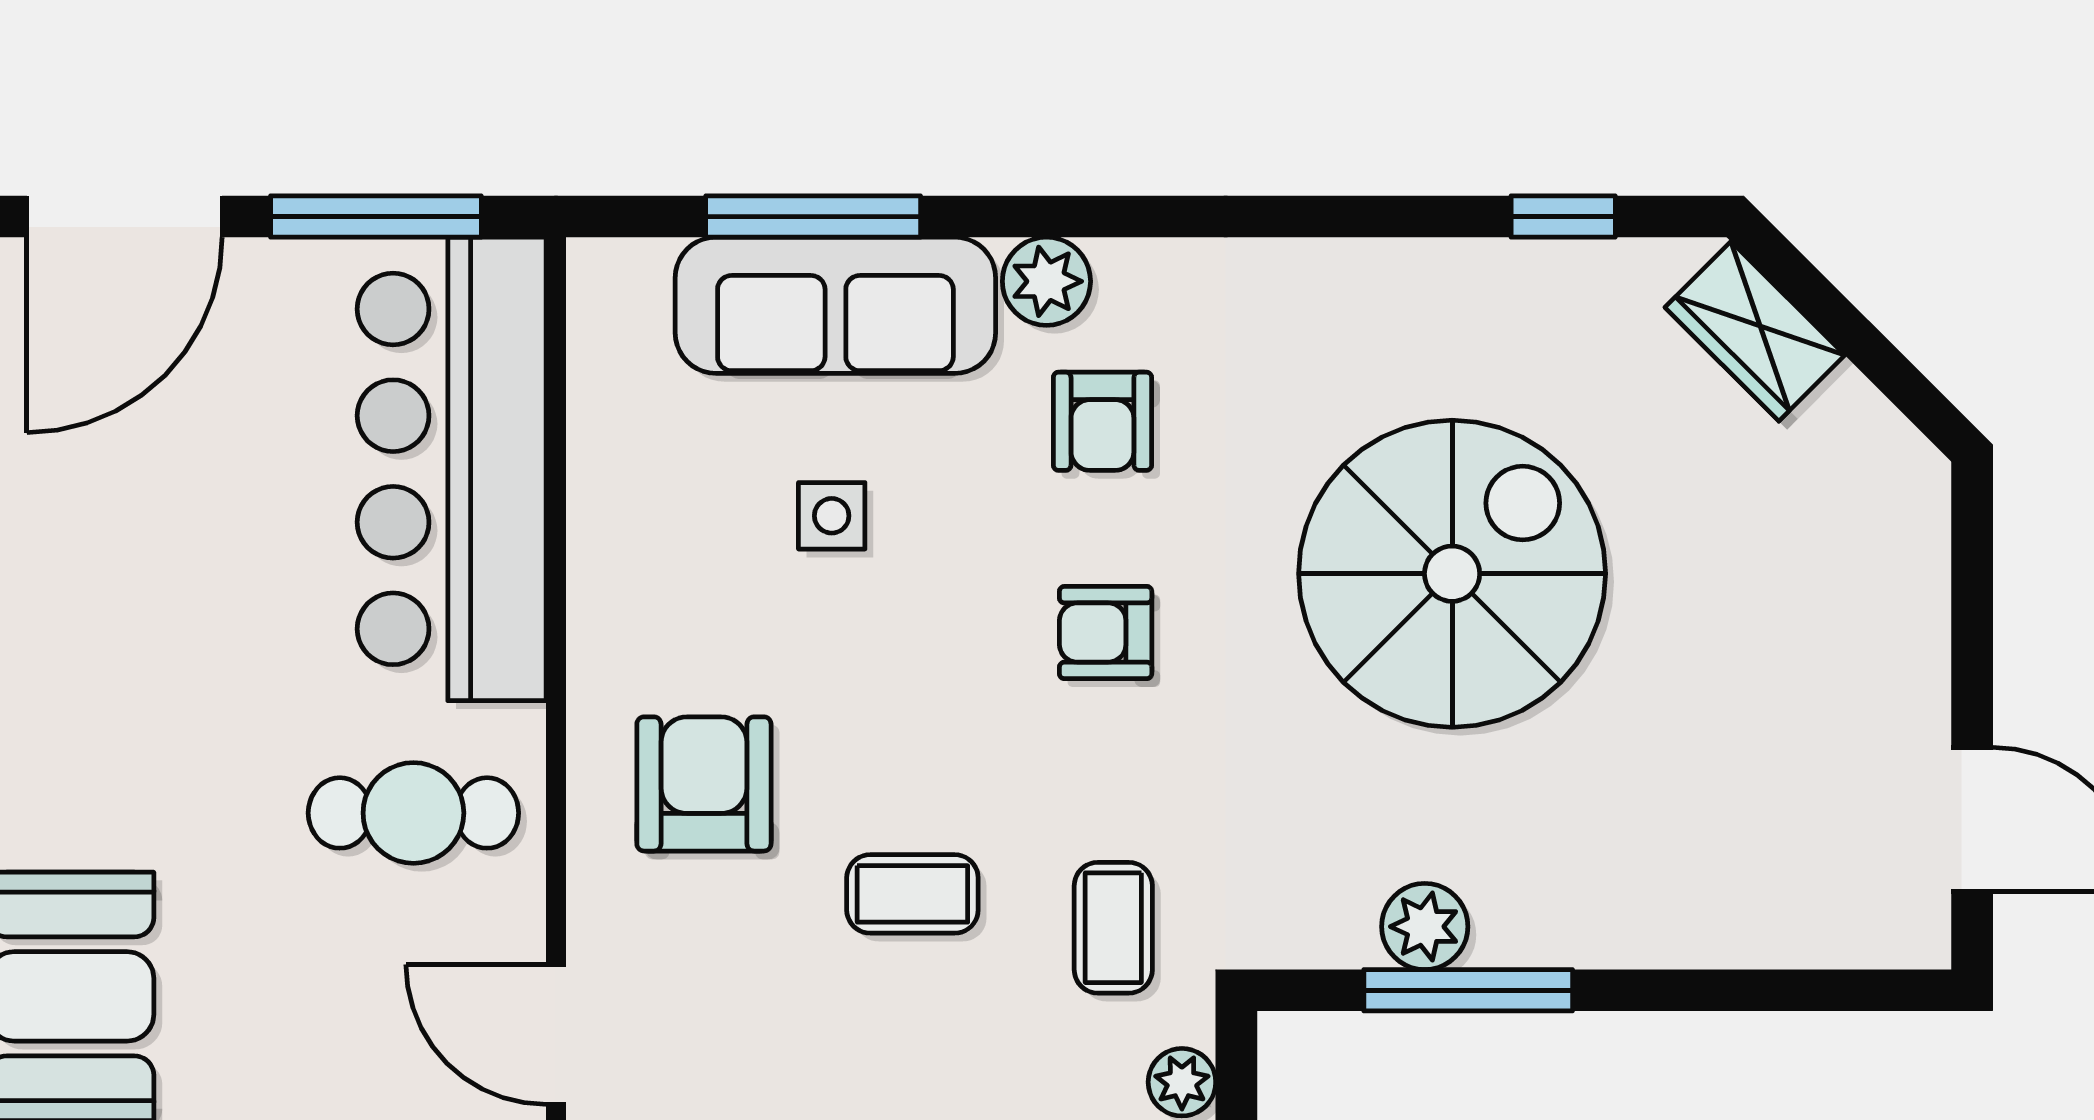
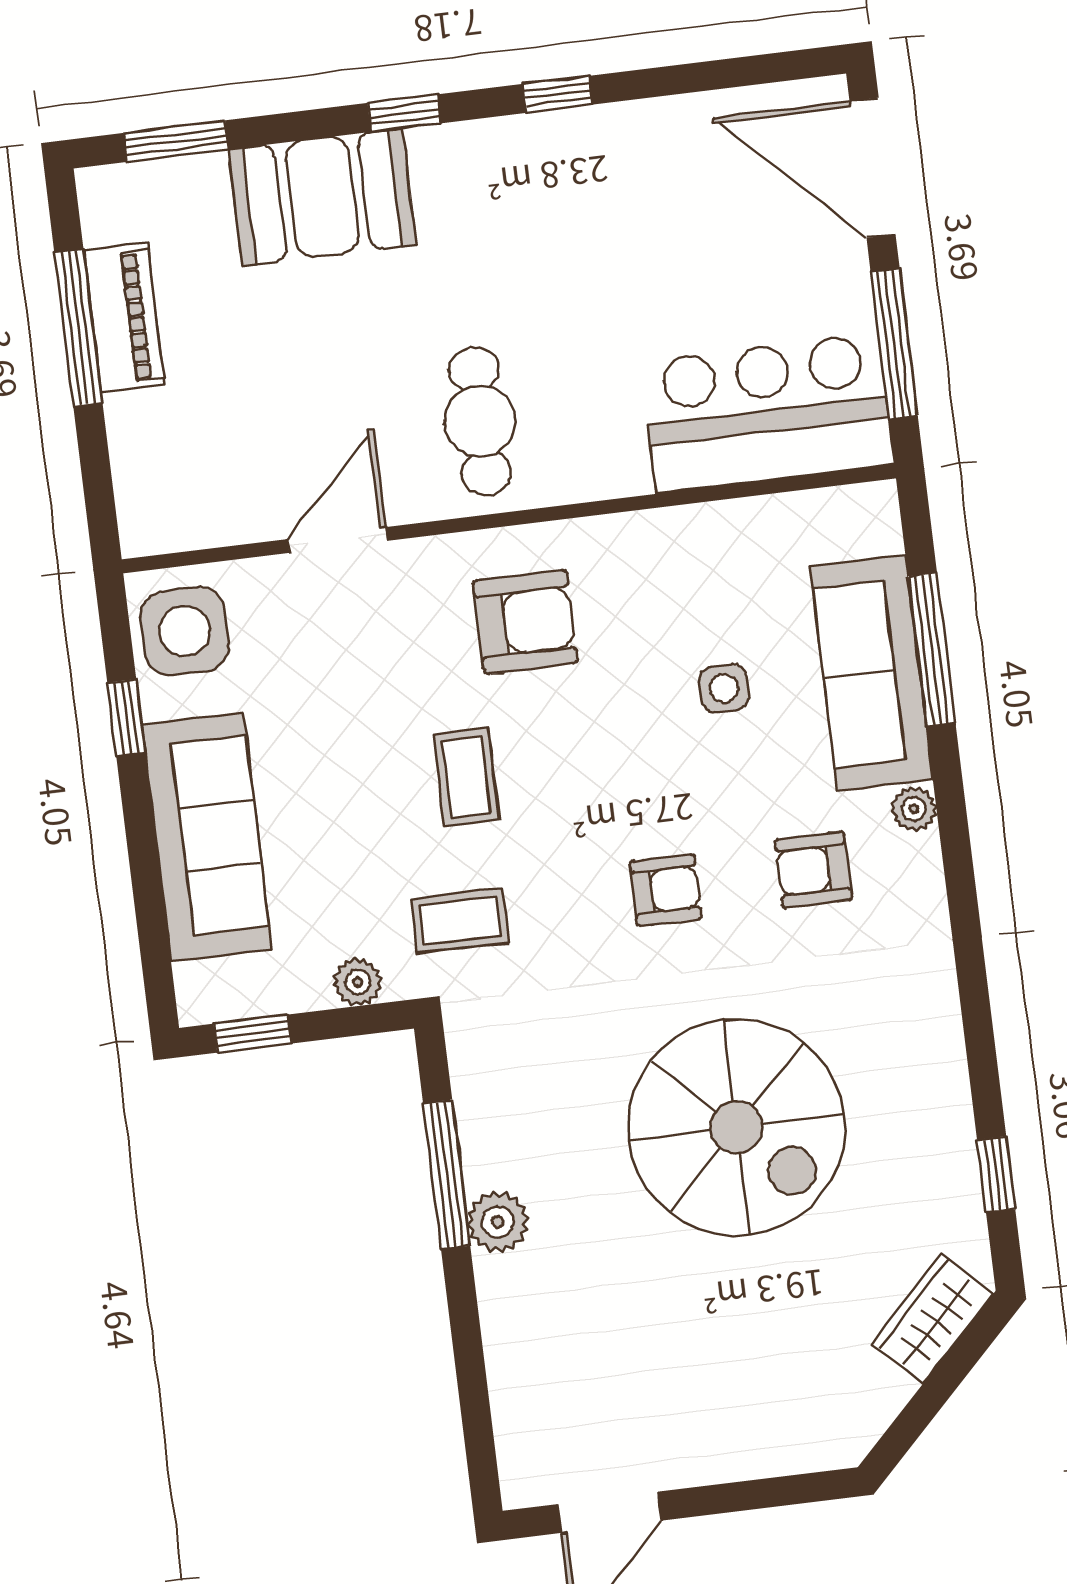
plant: (1046, 281) -> (914, 809), width x0.73, depth x0.73
bar counter: (452, 469) -> (767, 413), width x0.73
armchair: (1106, 633) -> (666, 890), turned 90
plant: (1425, 927) -> (498, 1222), moved

